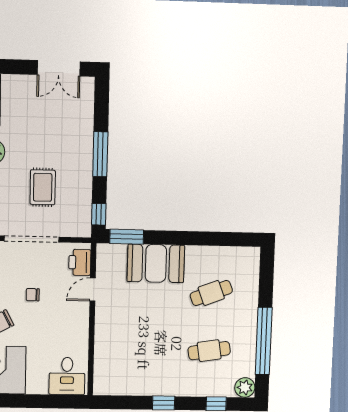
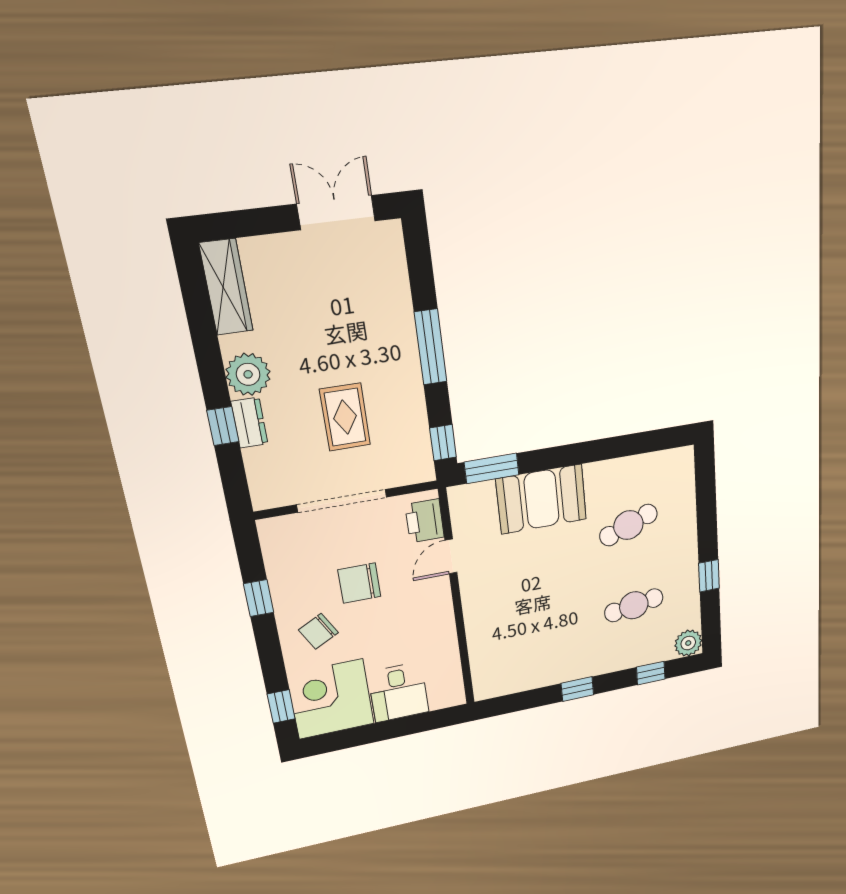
double door: (59, 68) -> (336, 213), swing flipped
chair: (33, 295) -> (359, 583), width x1.87, depth x1.87
window: (264, 341) -> (709, 576), width x0.32
desk: (67, 376) -> (398, 692), moved

